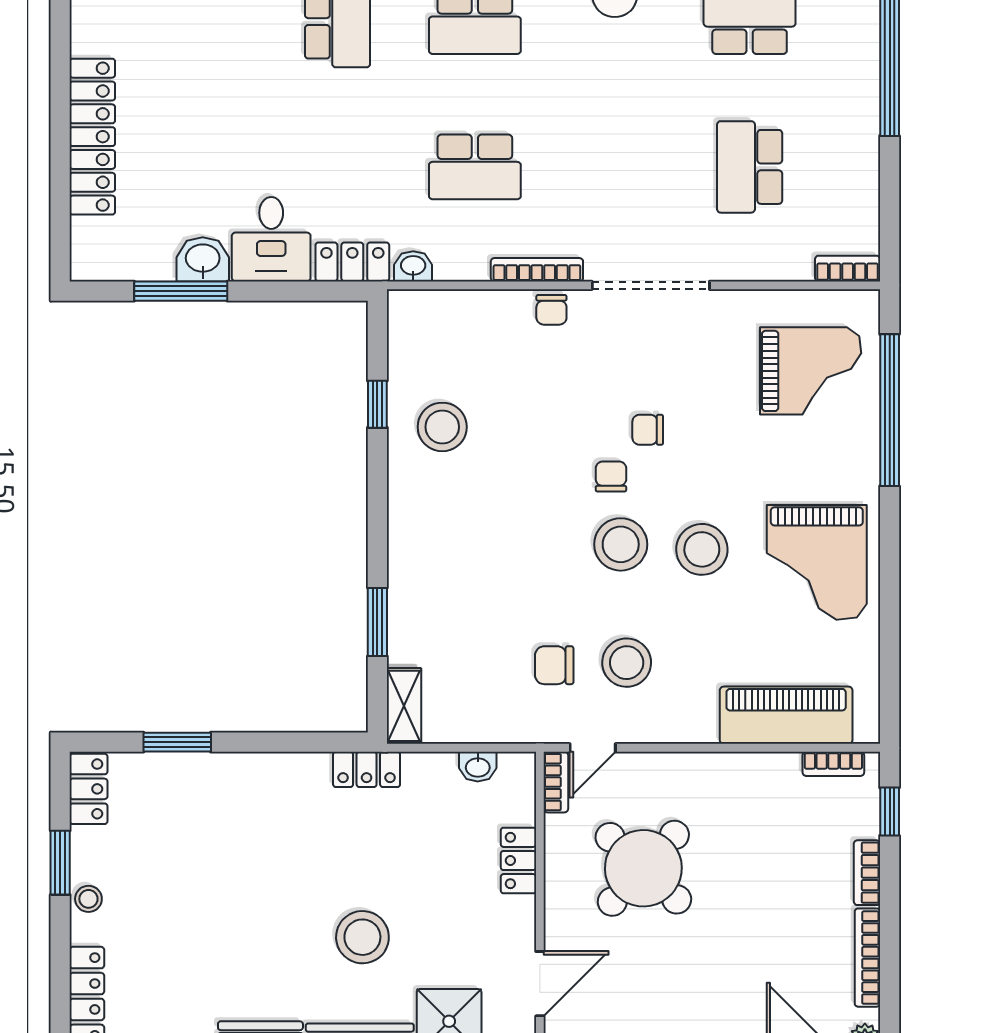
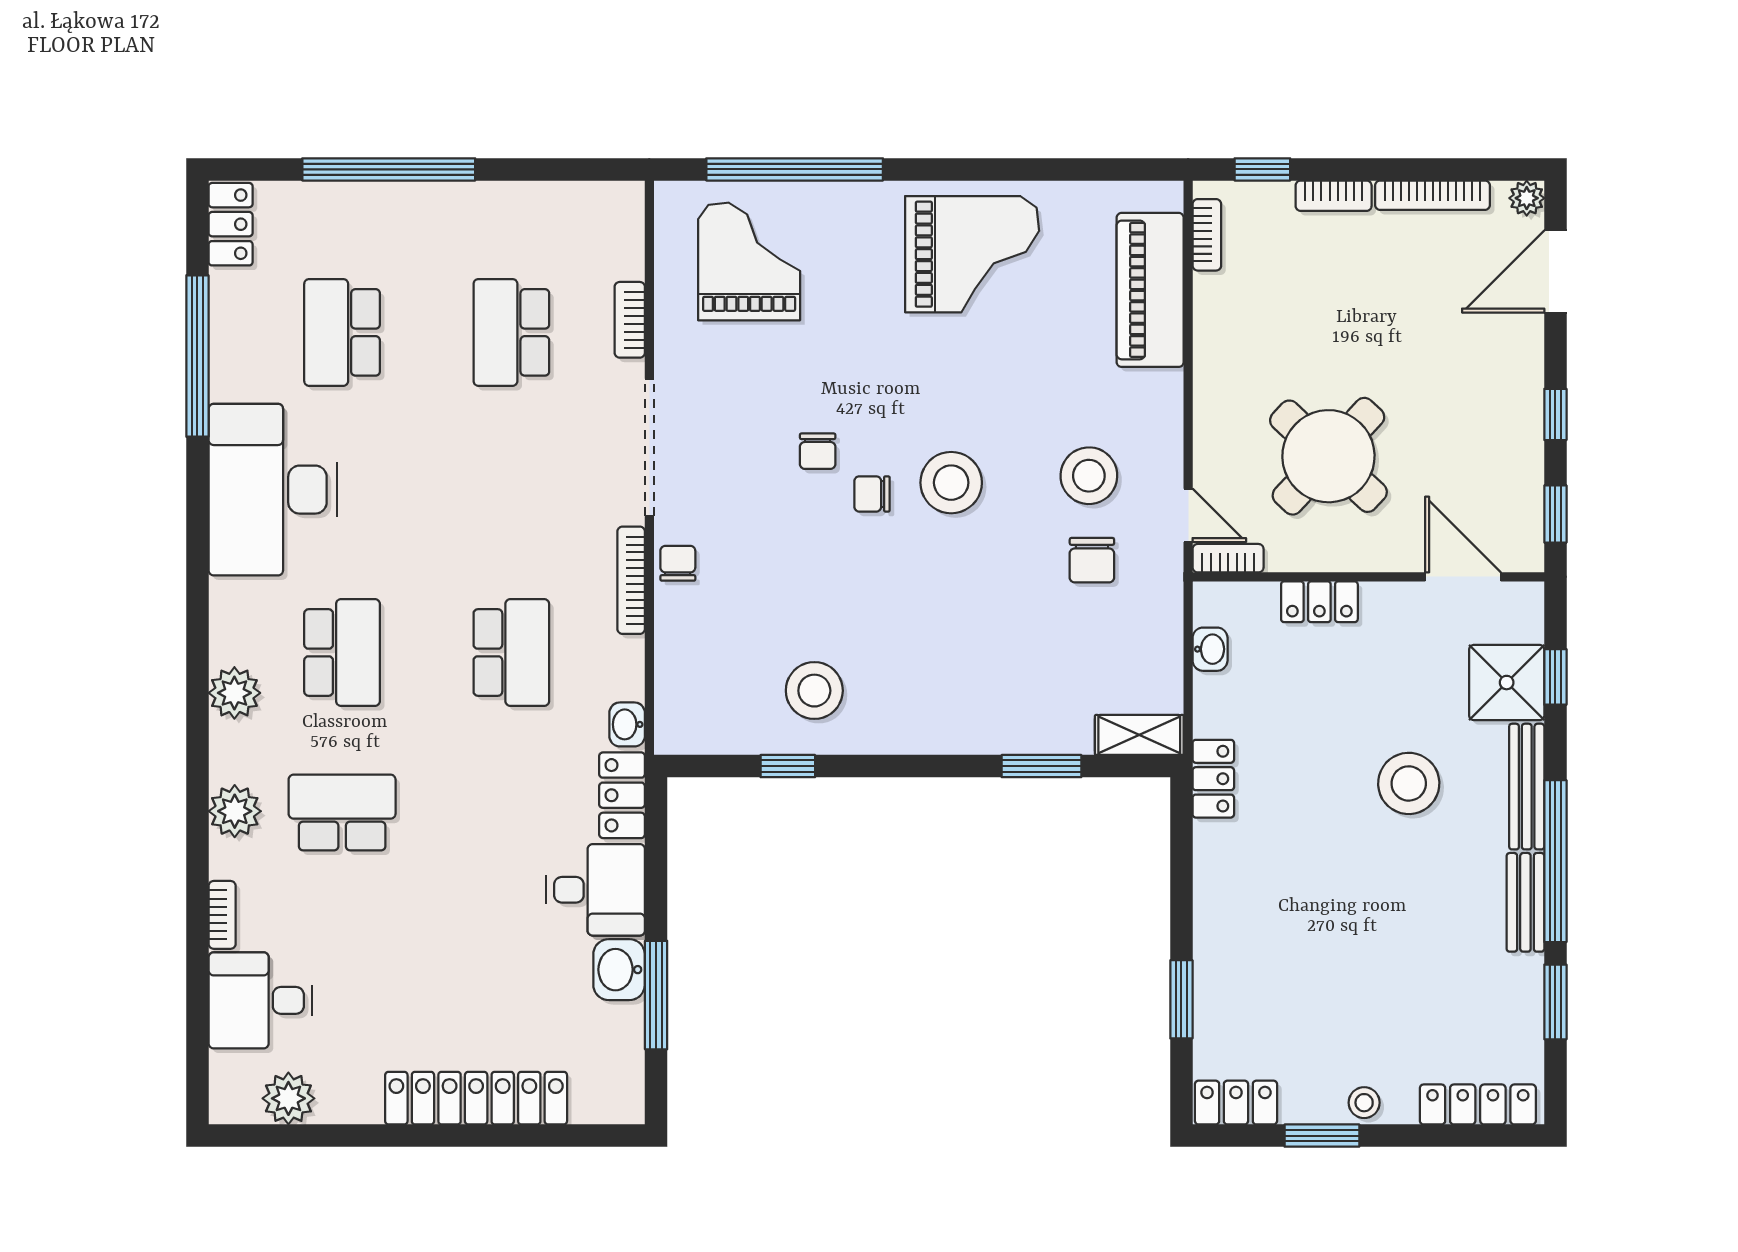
school desk: (750, 167) -> (511, 332), turned 90
bookcase: (848, 269) -> (630, 320), moved
chair: (551, 310) -> (678, 563), turned -90
stool: (702, 549) -> (957, 388), removed

